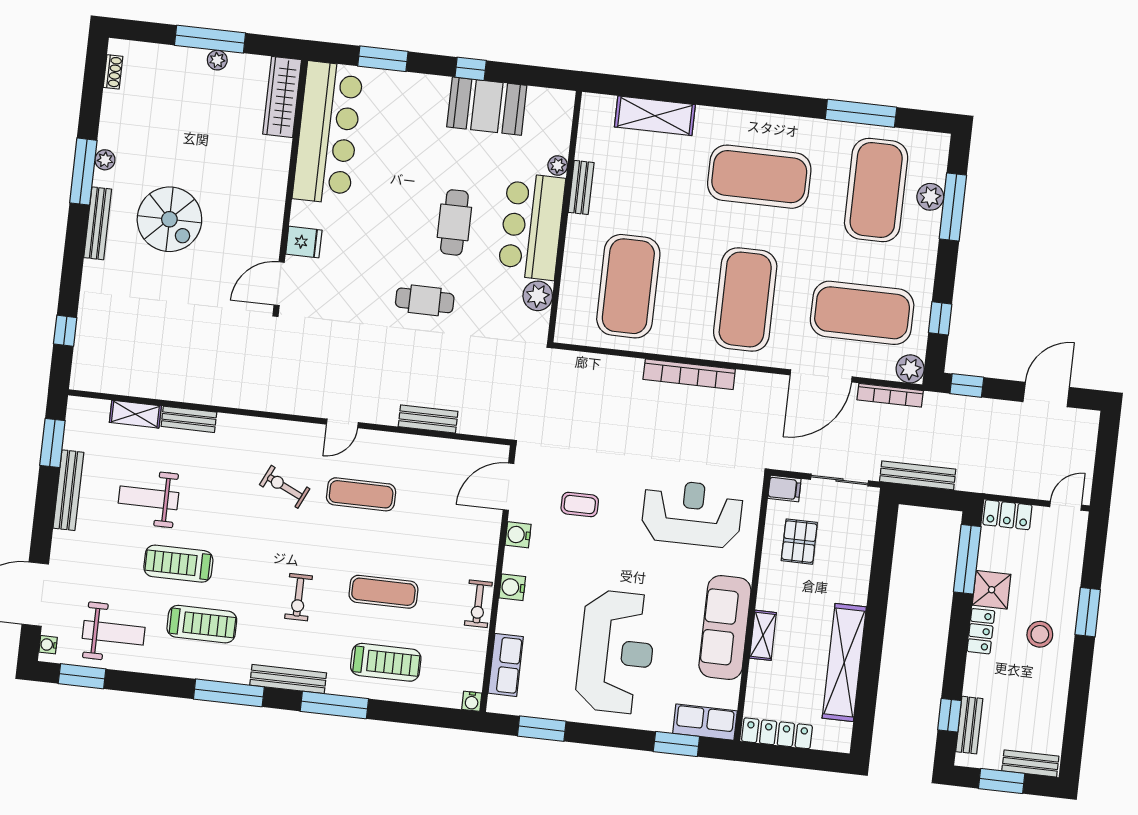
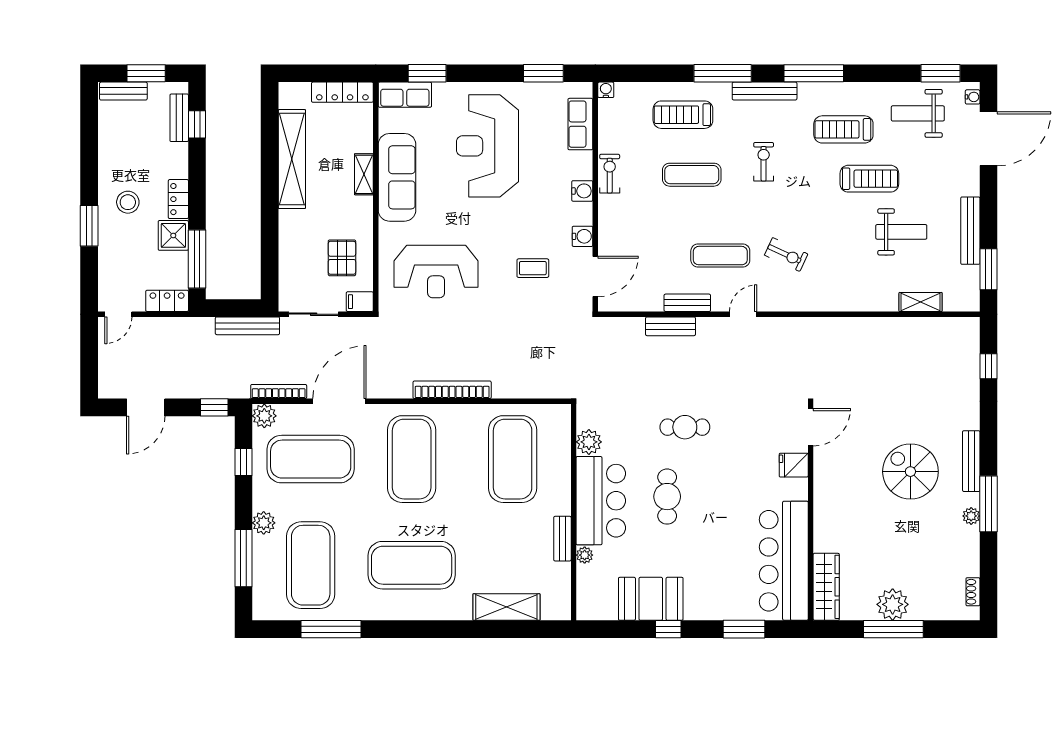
plant: (217, 60) -> (893, 604), width x1.88, depth x1.88
plant: (930, 197) -> (264, 523), moved
bench: (189, 419) -> (687, 303), moved

